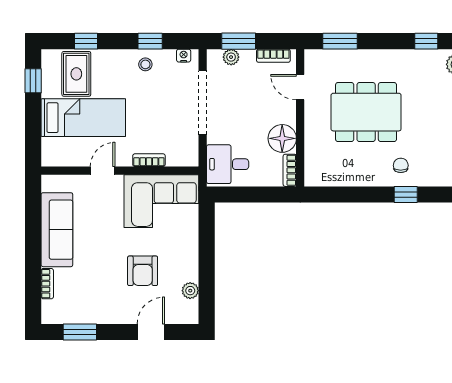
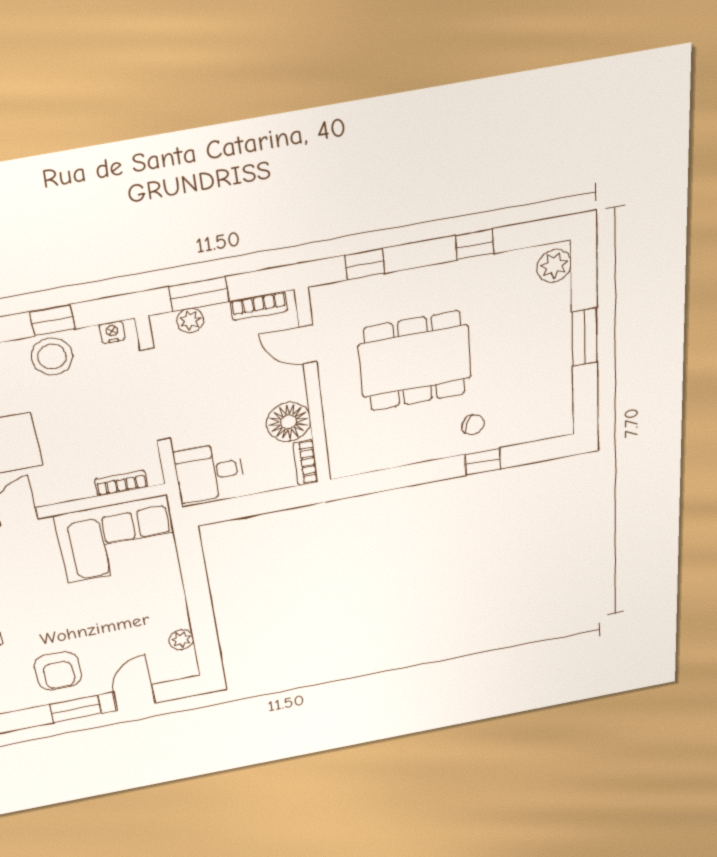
window: (340, 41) -> (365, 264), width x0.67
window: (426, 41) -> (475, 245), moved
stool: (145, 64) -> (52, 357), width x1.89, depth x1.89
bookcase: (149, 160) -> (121, 483), moved
chair: (401, 165) -> (473, 425), turned 113
armchair: (143, 271) -> (58, 671), moved
window: (80, 332) -> (76, 709), moved

